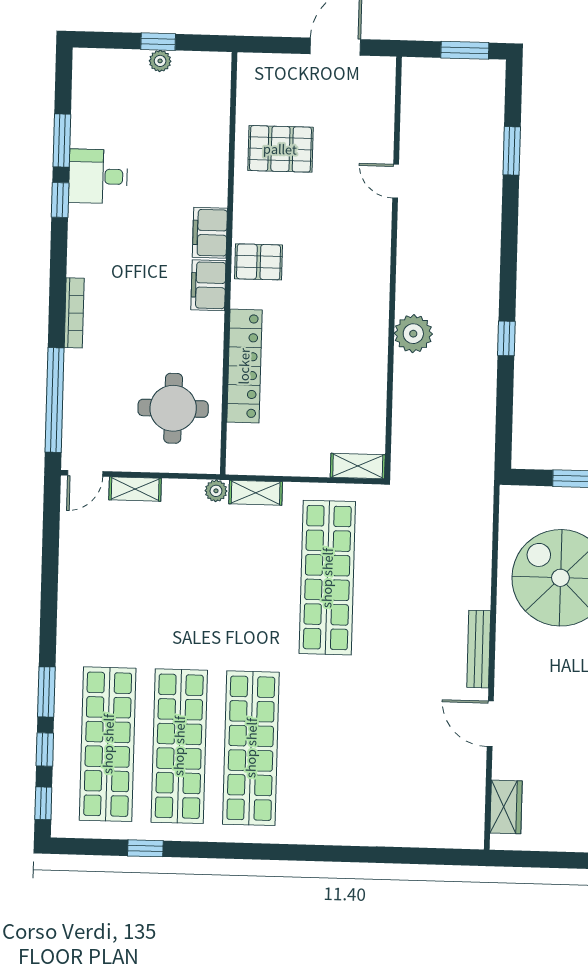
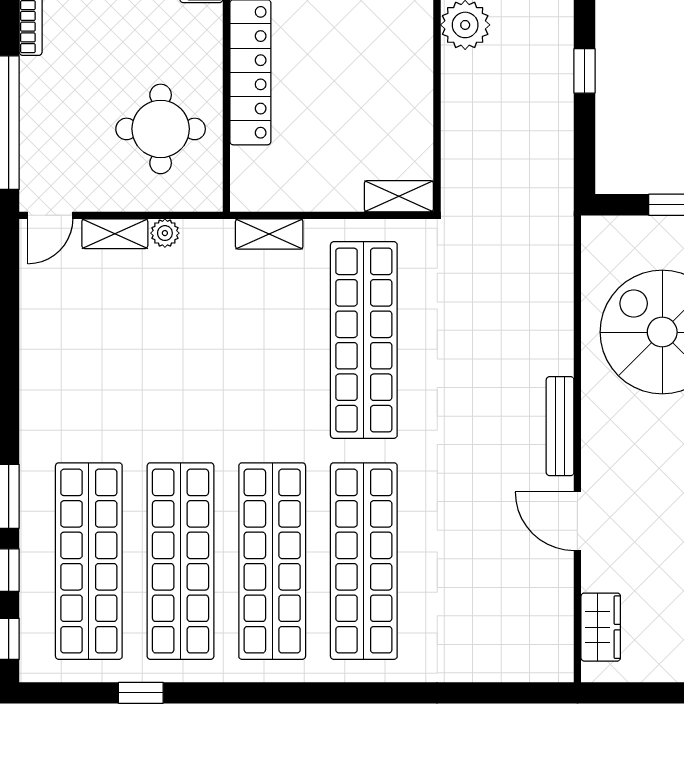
window: (506, 338) -> (584, 71), moved
plant: (216, 491) -> (165, 233), moved
shop shelf: (322, 750) -> (364, 561), added

